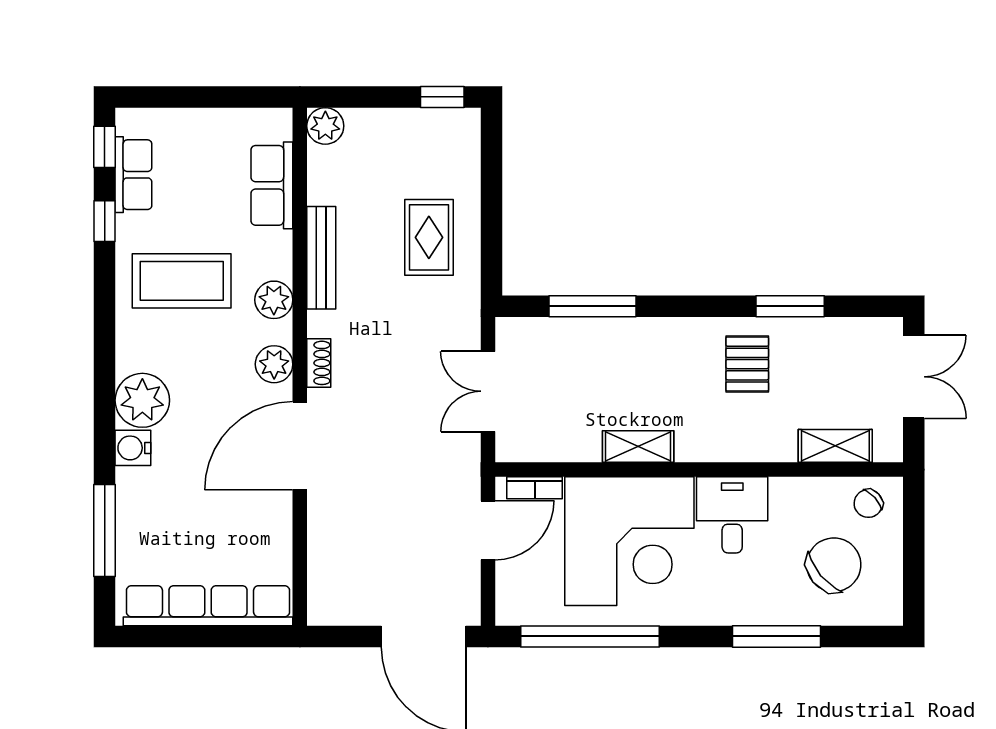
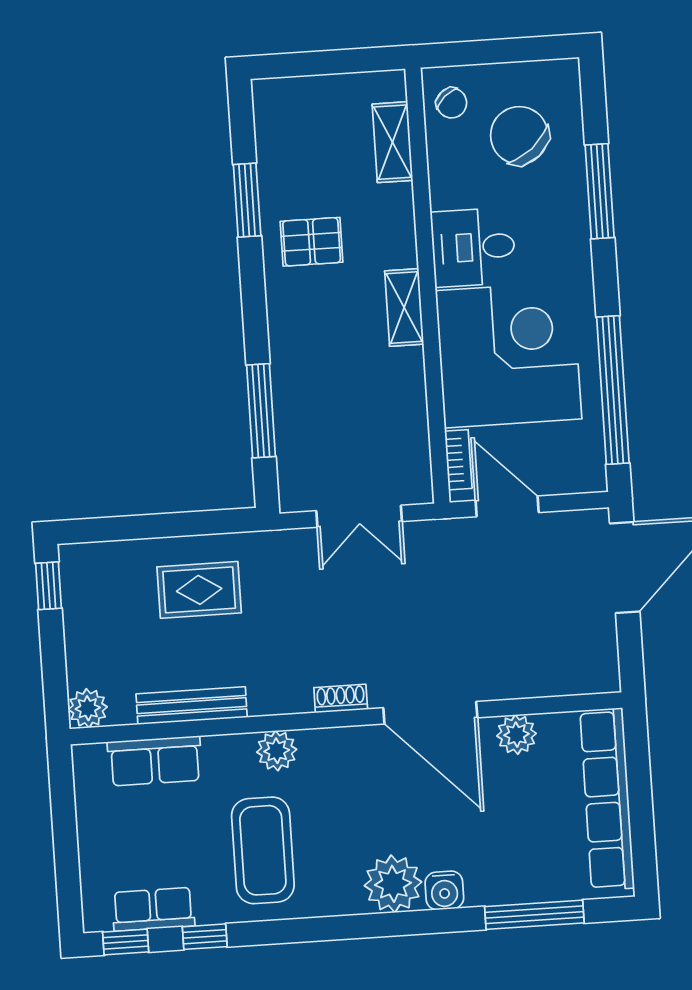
bench: (321, 258) -> (192, 706), moved
plant: (274, 364) -> (517, 735), moved
double door: (914, 377) -> (313, 63), removed
shelving: (638, 447) -> (404, 308), moved

